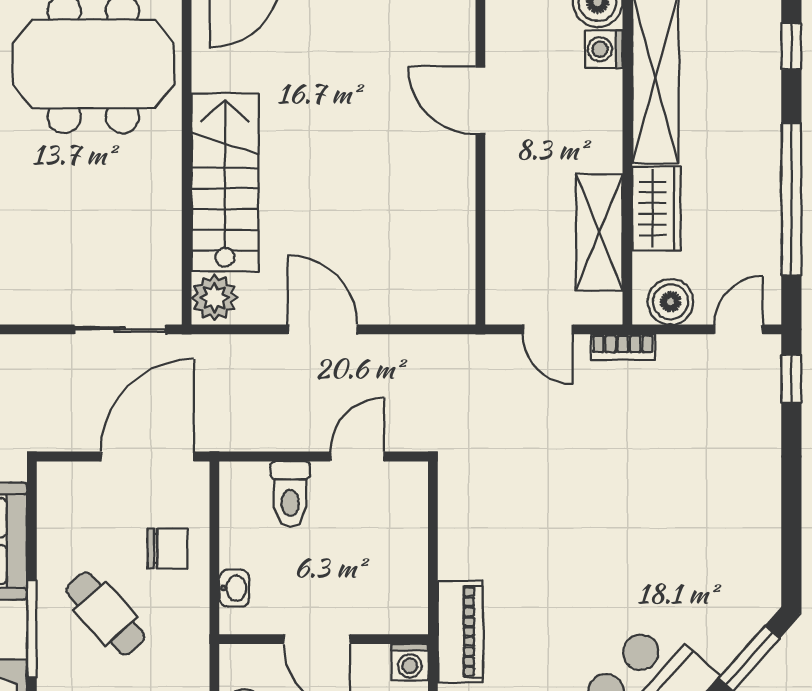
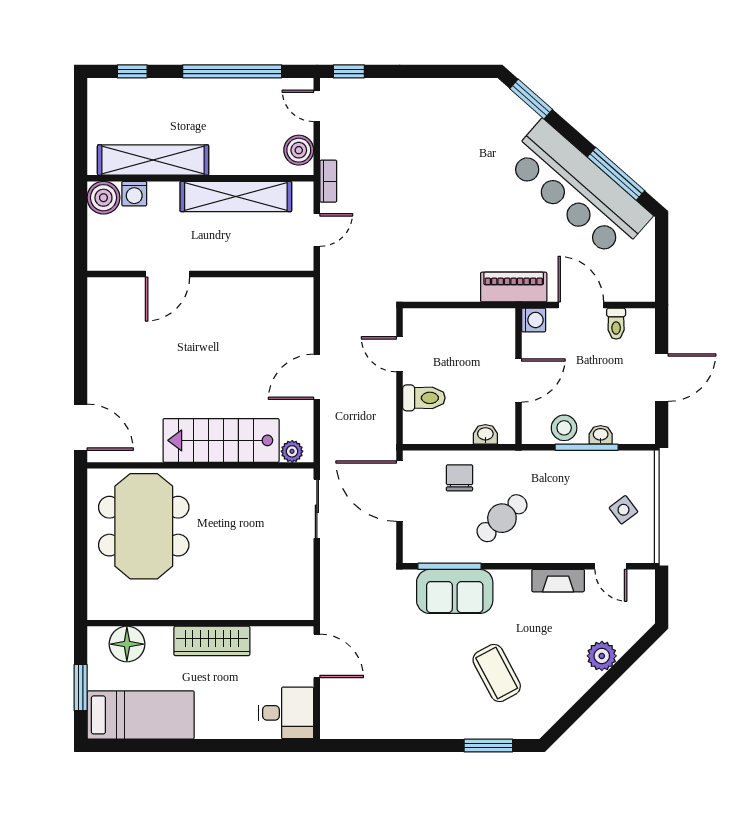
wardrobe: (656, 209) -> (238, 159), removed
shelving: (599, 232) -> (236, 197), width x1.47
plant: (214, 298) -> (292, 451), width x0.73, depth x0.73
window: (32, 629) -> (449, 566), moved

